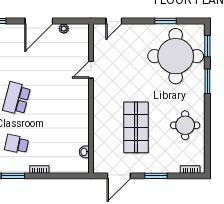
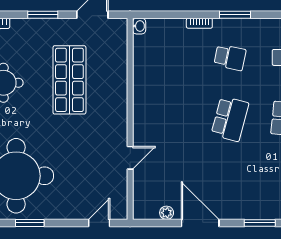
door: (39, 21) -> (200, 223), hinge flipped
washbasin: (84, 152) -> (139, 26), moved

